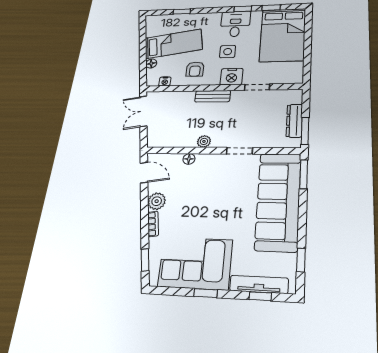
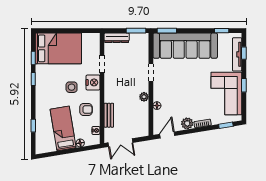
desk: (235, 24) -> (47, 84), removed
bench: (213, 96) -> (109, 115), moved
dresser: (294, 121) -> (117, 38), moved

